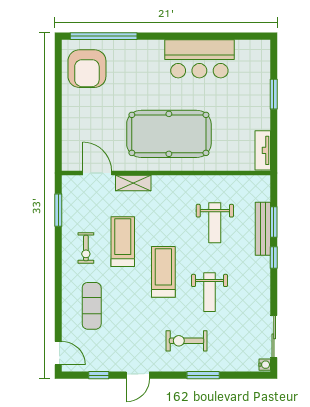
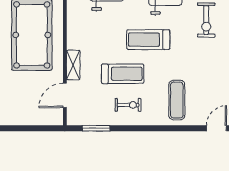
treadmill: (123, 242) -> (123, 74), turned 180
exercise mat: (92, 306) -> (177, 100), turned 90

